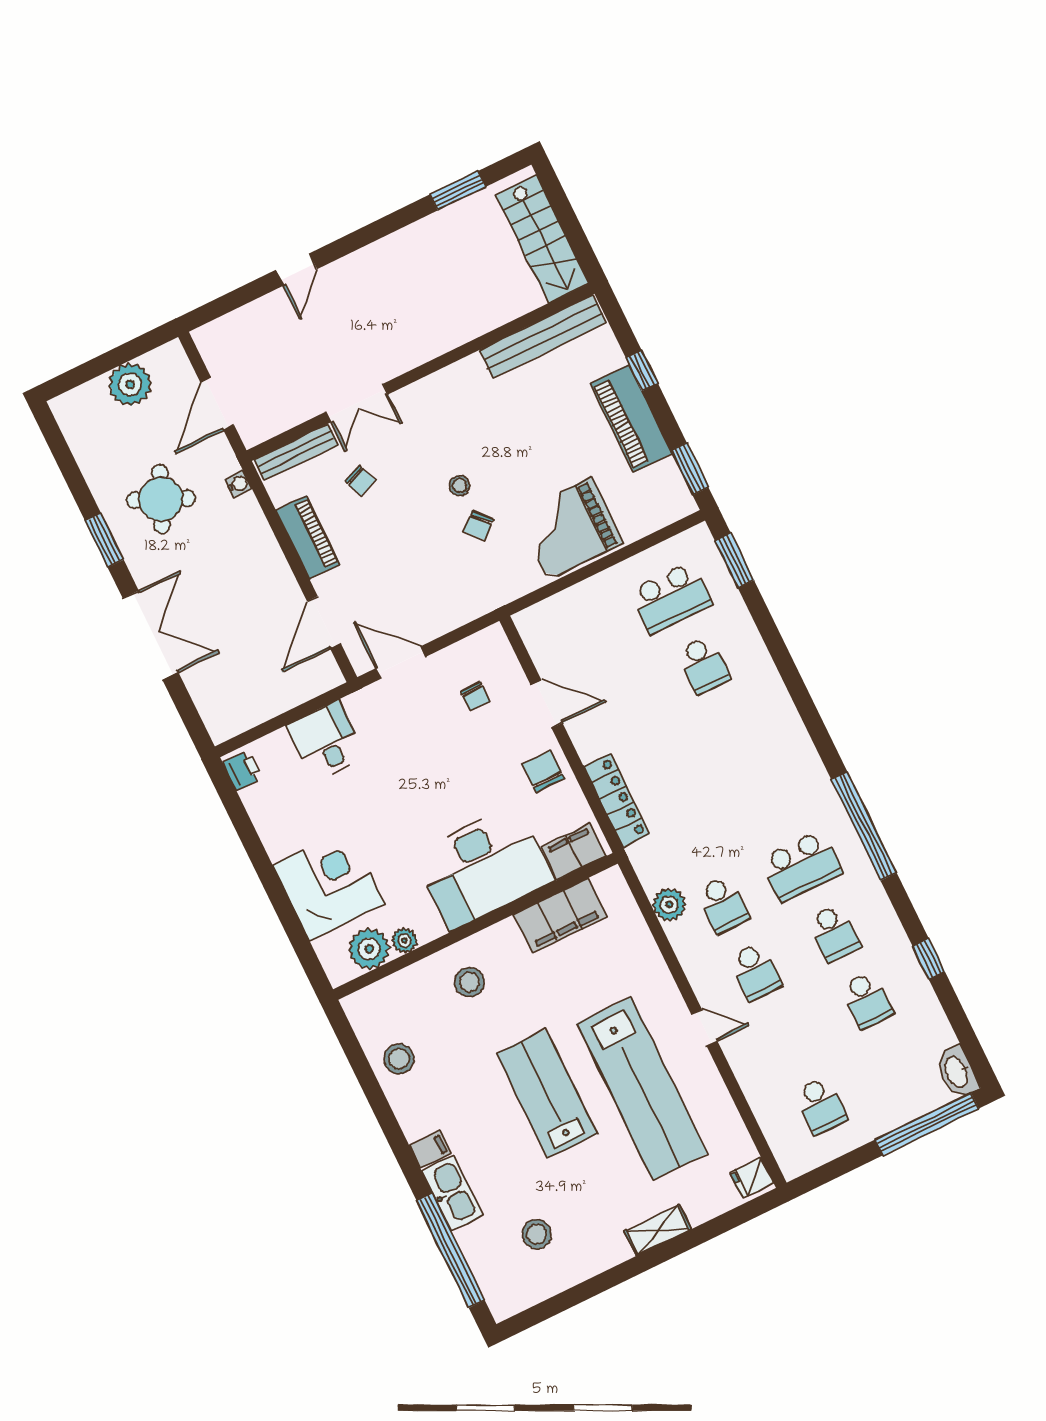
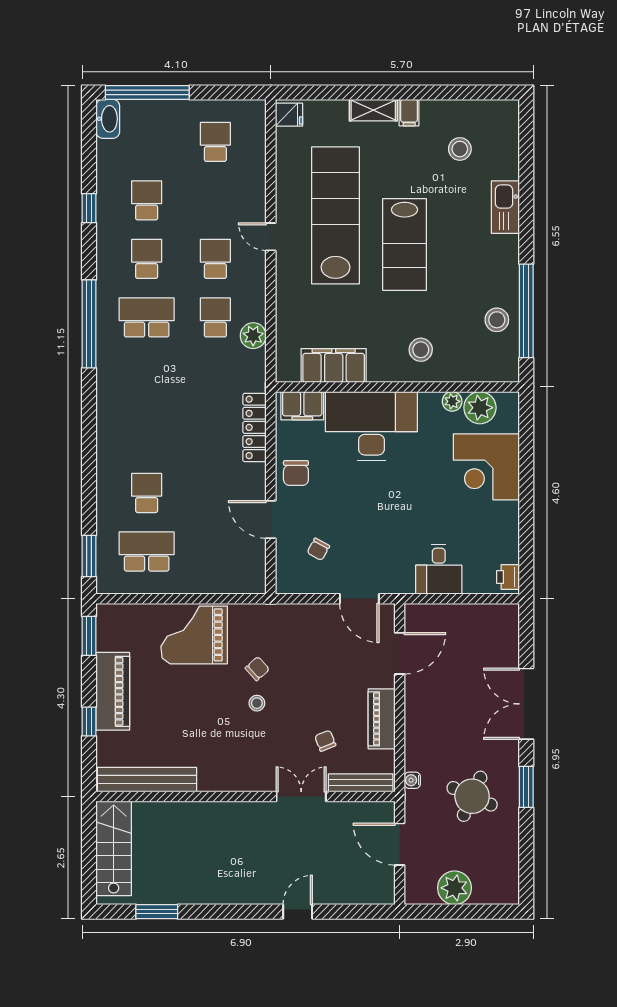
door: (217, 404) -> (400, 844), swing flipped
grand piano: (570, 529) -> (194, 635), turned 180
chair: (475, 696) -> (318, 549), turned -151
filing cabinet: (430, 1150) -> (409, 113), moved, turned -90
window: (451, 1250) -> (526, 311), moved

